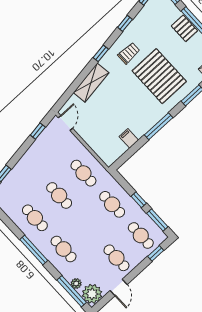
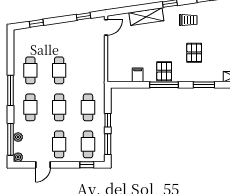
pallet: (159, 76) -> (194, 53), width x0.49, depth x0.50
pallet: (148, 115) -> (164, 71), added
cafe table: (83, 173) -> (59, 107), moved
plant: (92, 294) -> (18, 157), width x0.53, depth x0.53

